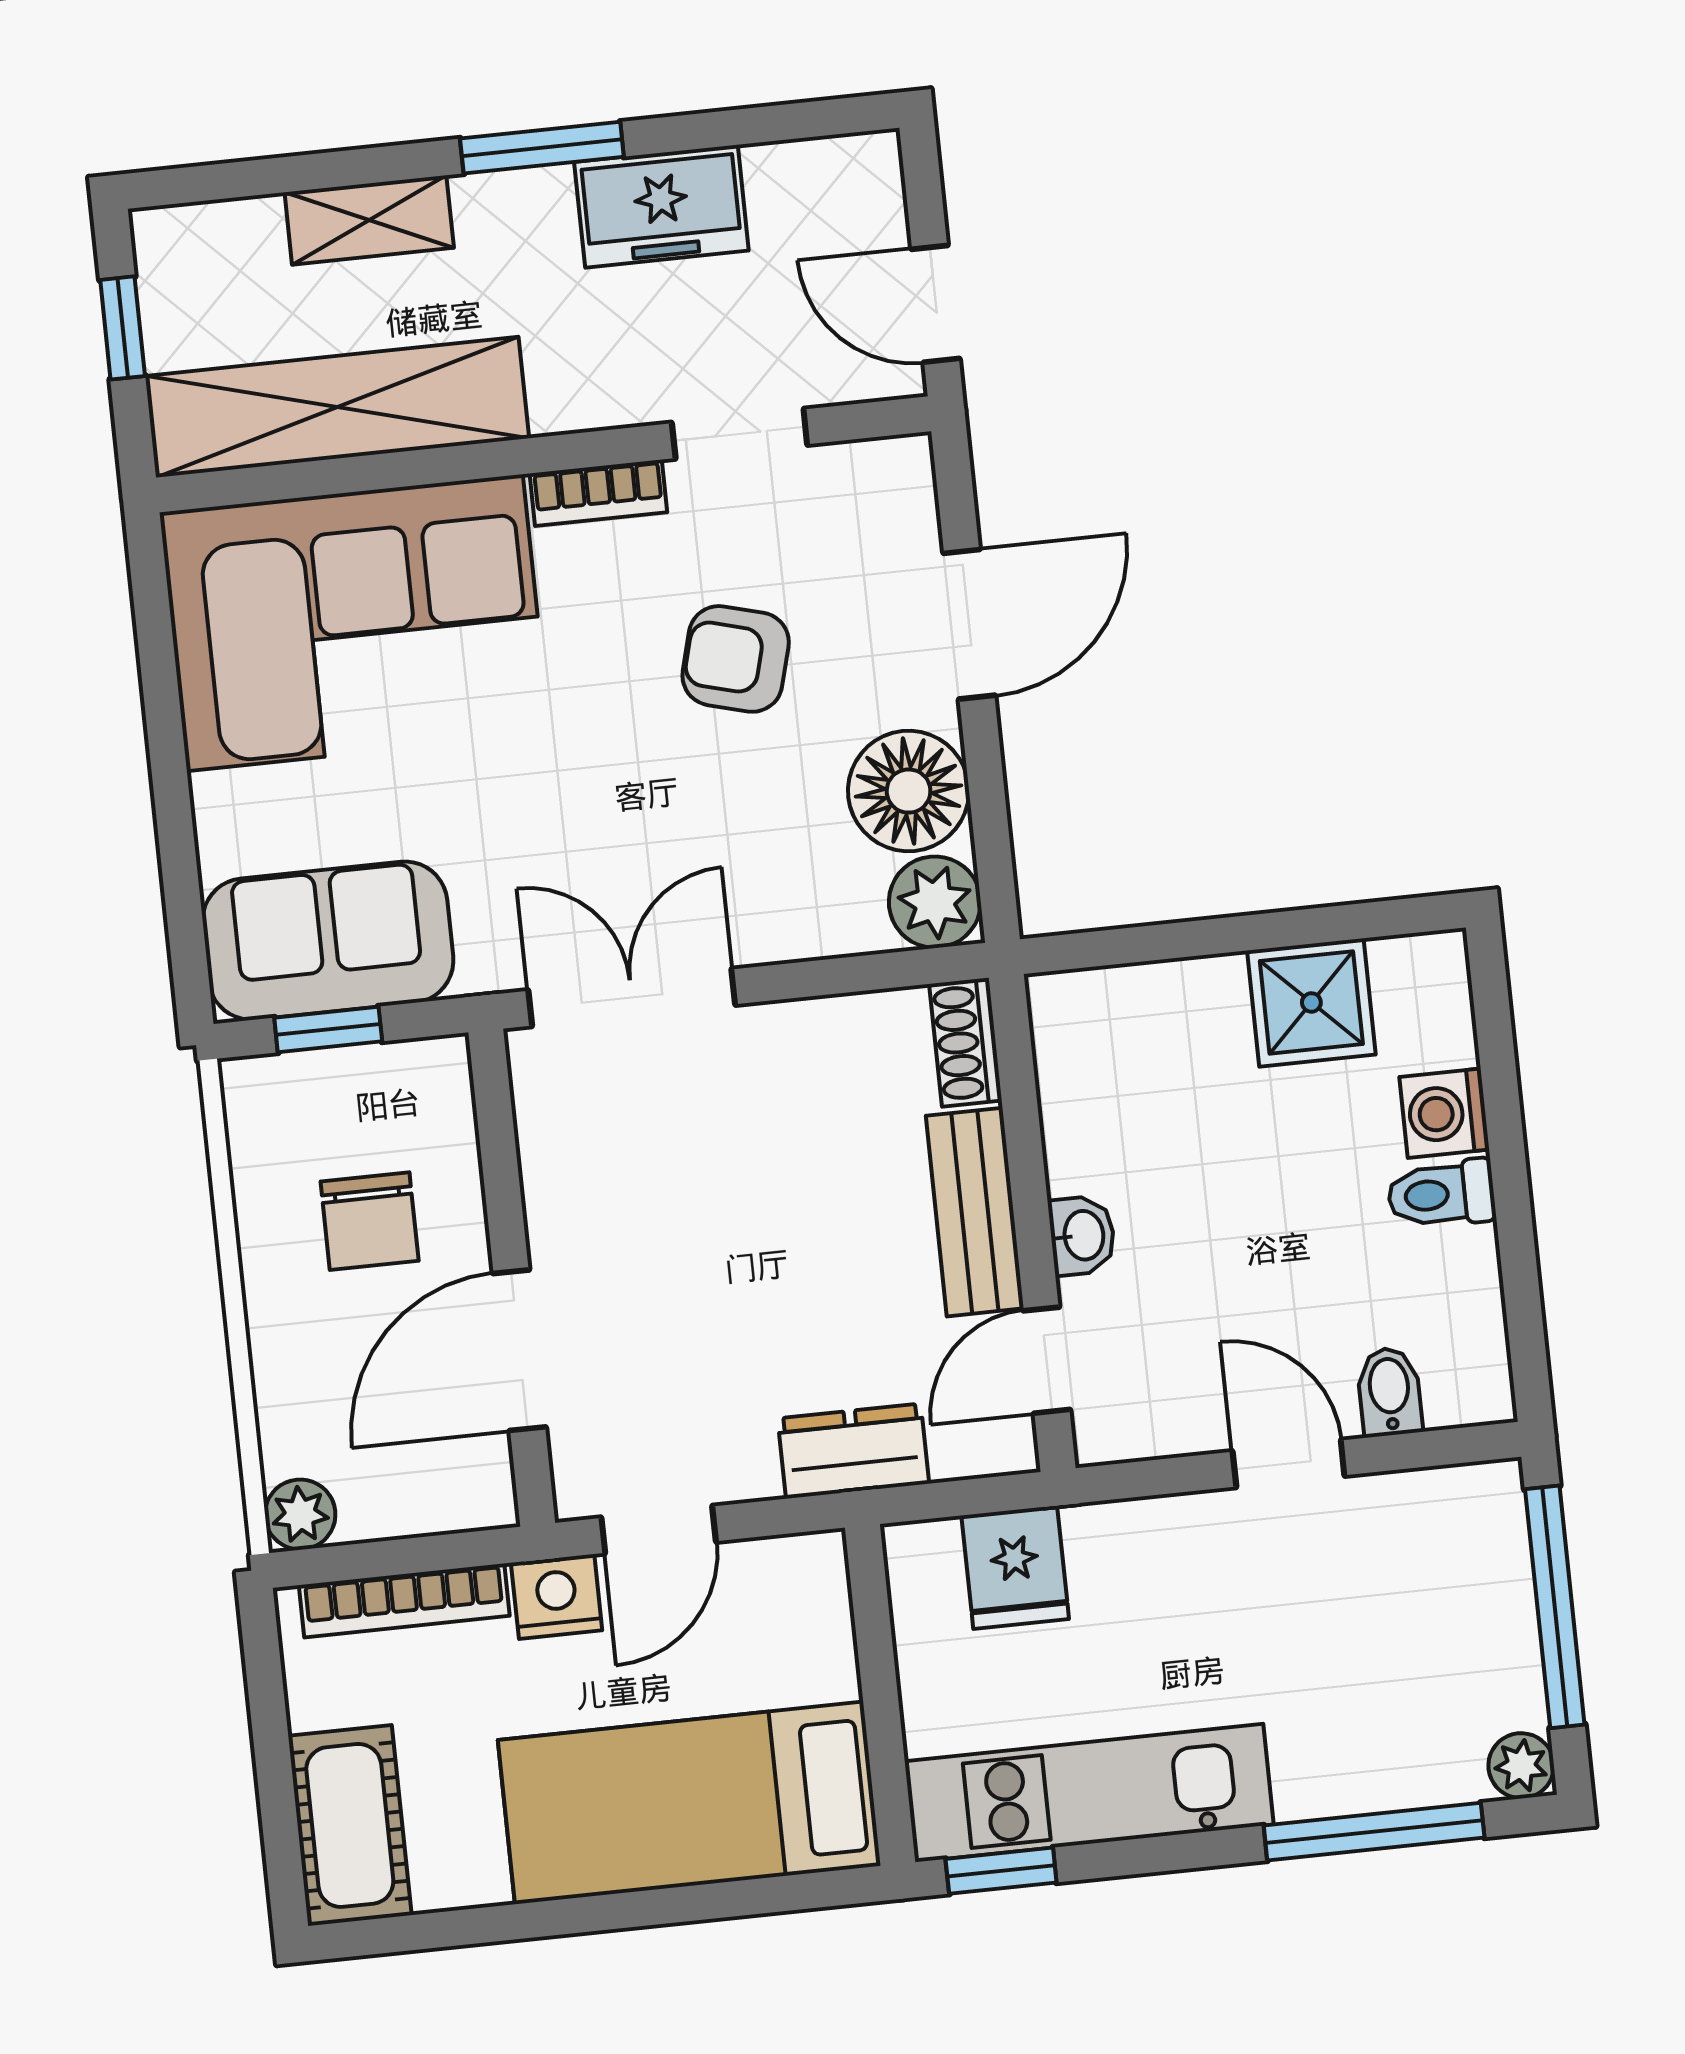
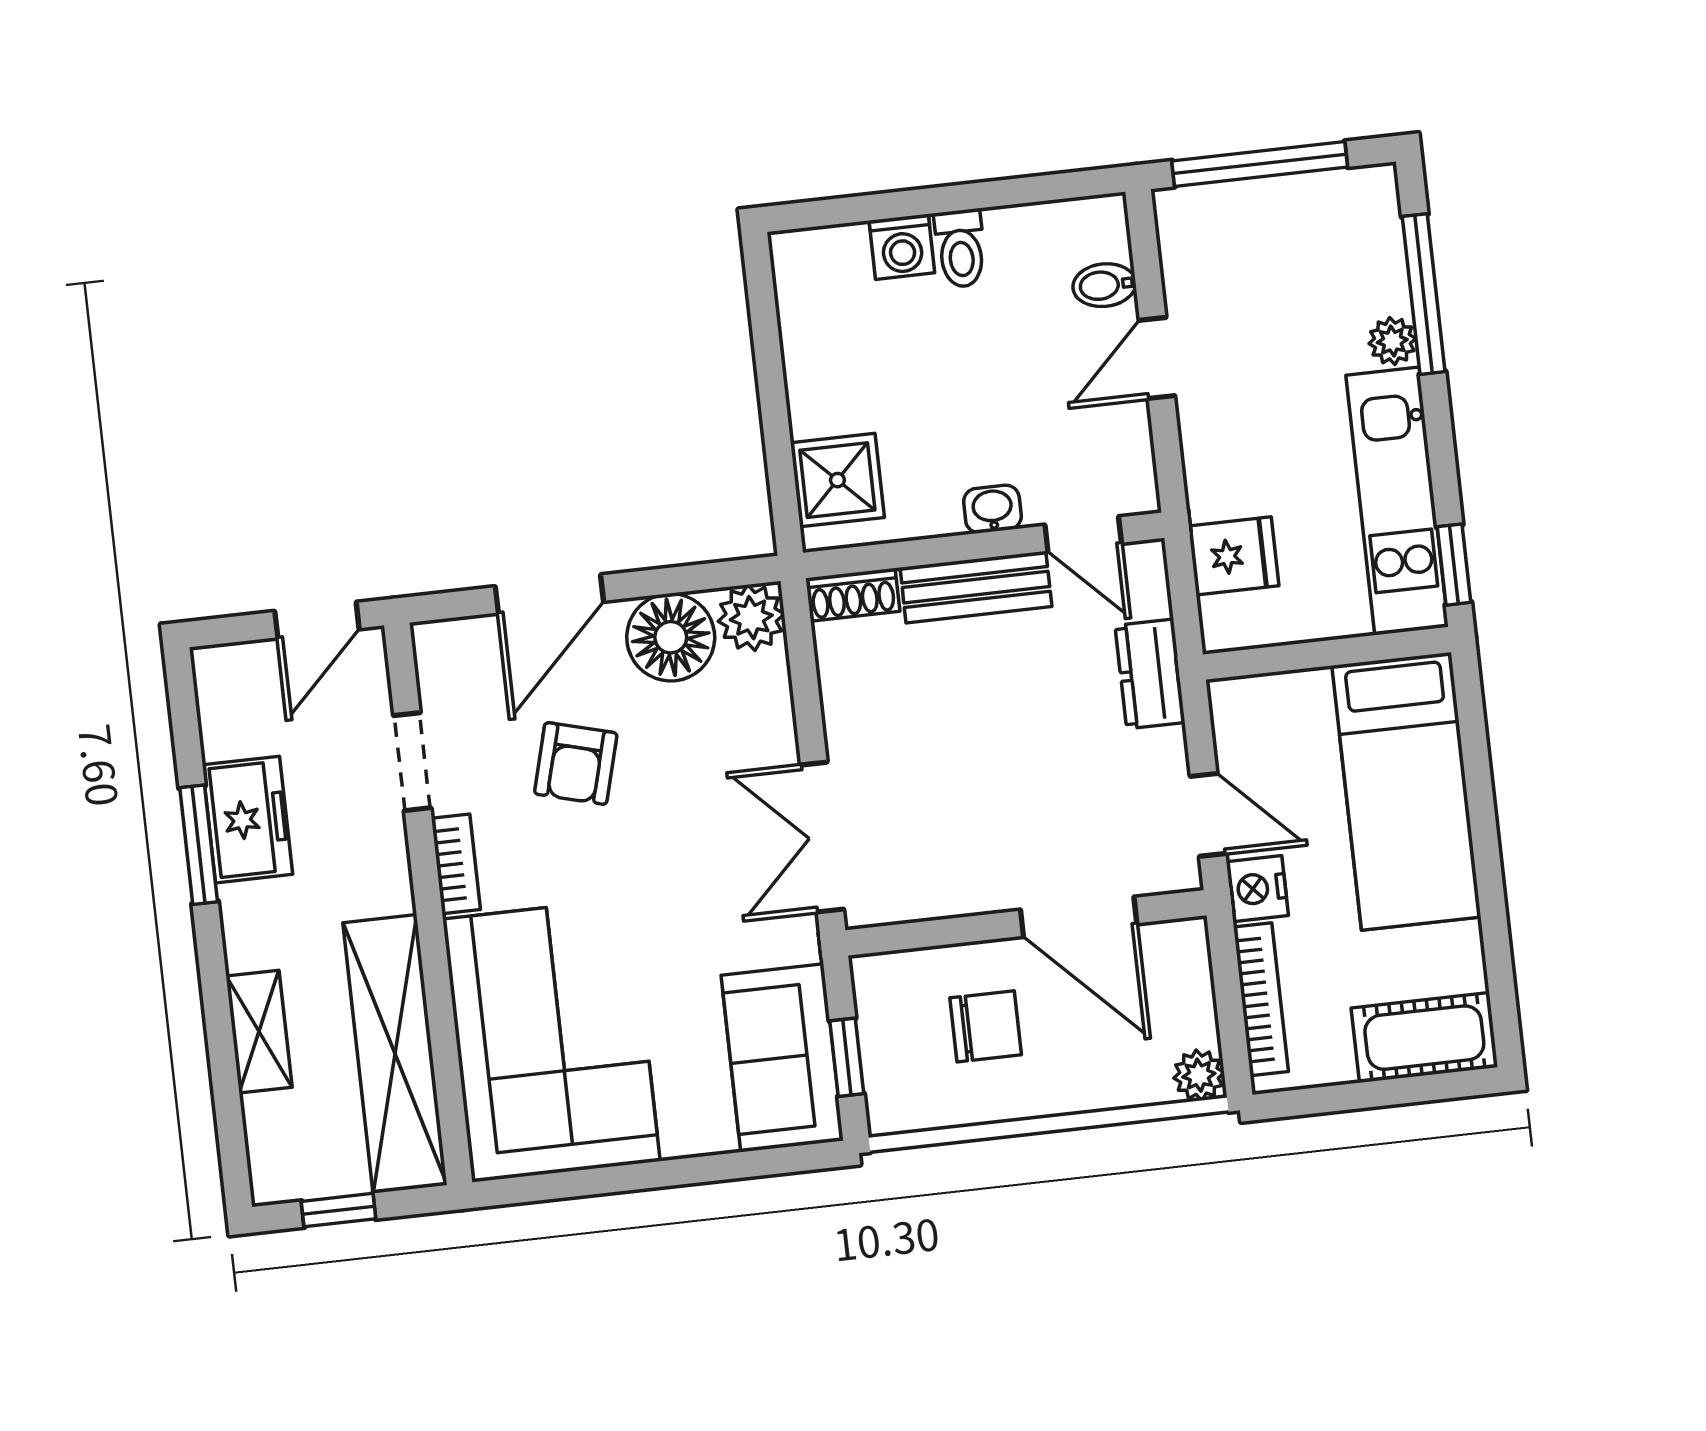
window: (542, 148) -> (199, 845), moved
door: (969, 624) -> (549, 594), swing flipped
shower: (1311, 1002) -> (837, 480), moved
plant: (1521, 1766) -> (1392, 341), moved

